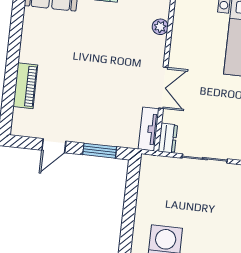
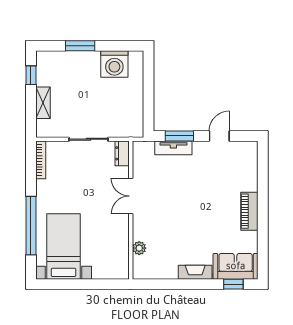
piano: (25, 86) -> (249, 211), moved
tv unit: (149, 129) -> (173, 148), moved, turned 90

